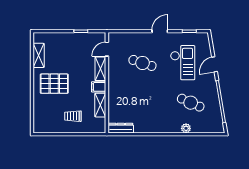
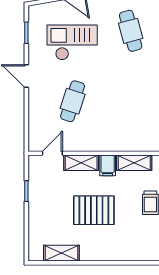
door: (107, 49) -> (52, 153), swing flipped
pallet: (54, 84) -> (94, 210), moved, turned 90
cafe table: (191, 103) -> (131, 31), turned -39

